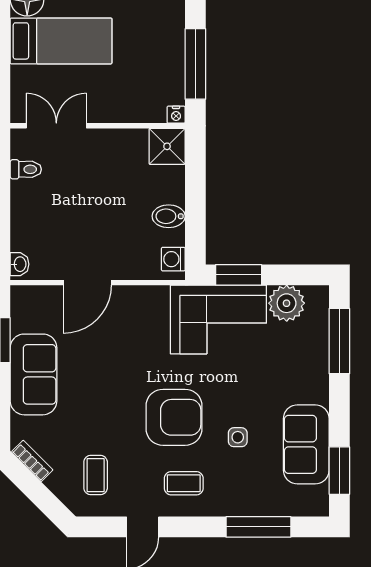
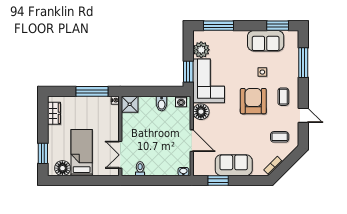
floor lamp: (151, 303) -> (201, 112), added

